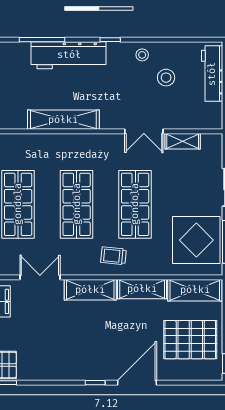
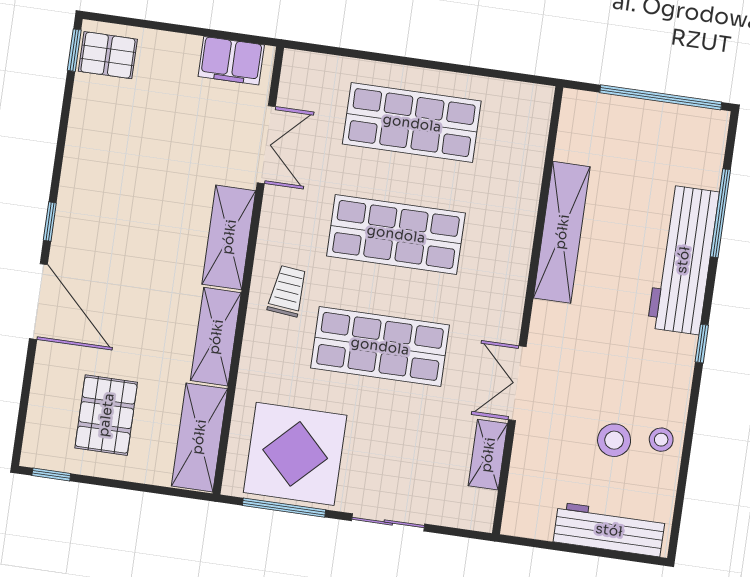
stool: (142, 55) -> (661, 440), moved
pallet: (190, 340) -> (106, 415), width x0.73, depth x0.71

